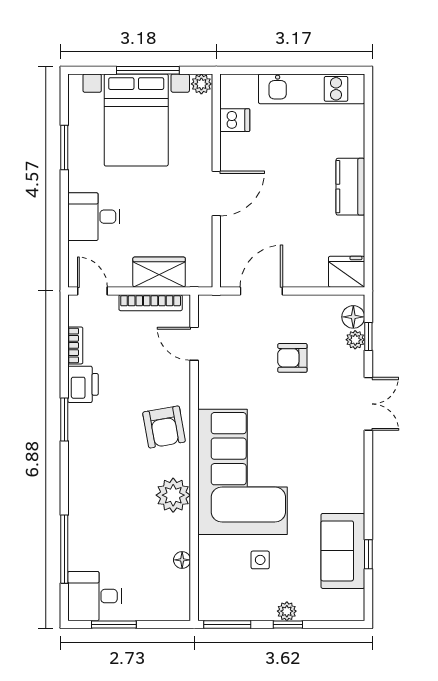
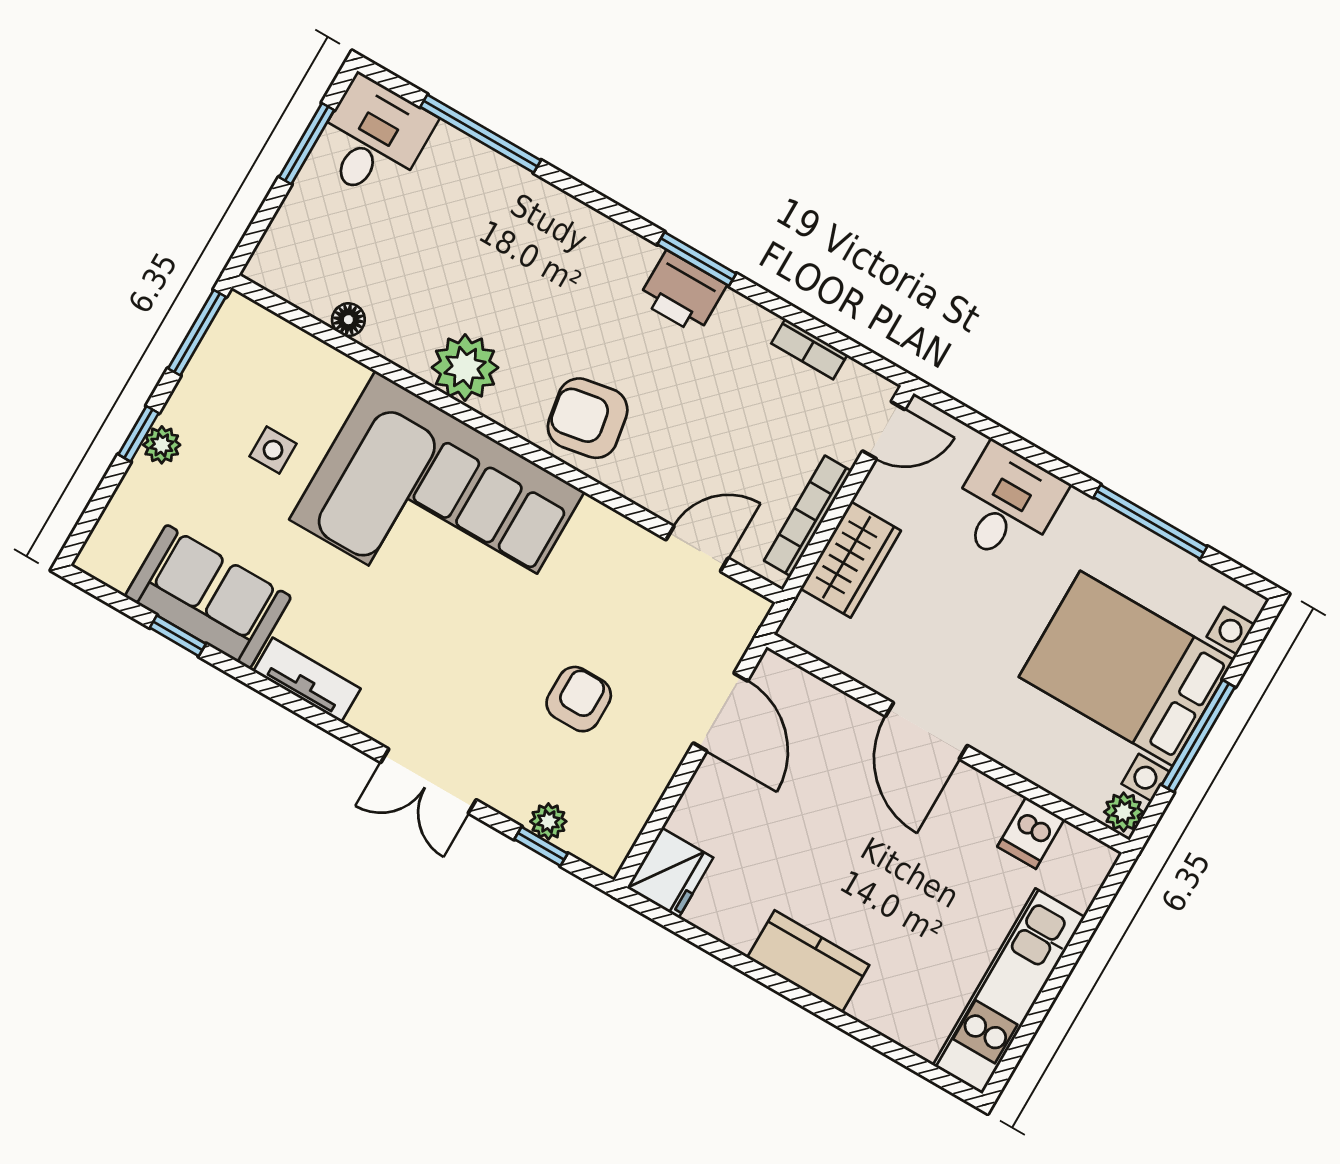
window: (64, 147) -> (1150, 522), width x1.44
floor lamp: (353, 317) -> (588, 840), removed
printer: (83, 384) -> (682, 292), moved
tv unit: (355, 485) -> (307, 680), added

